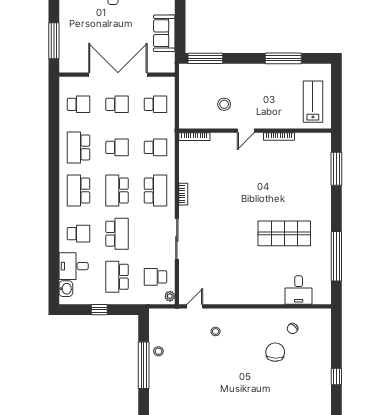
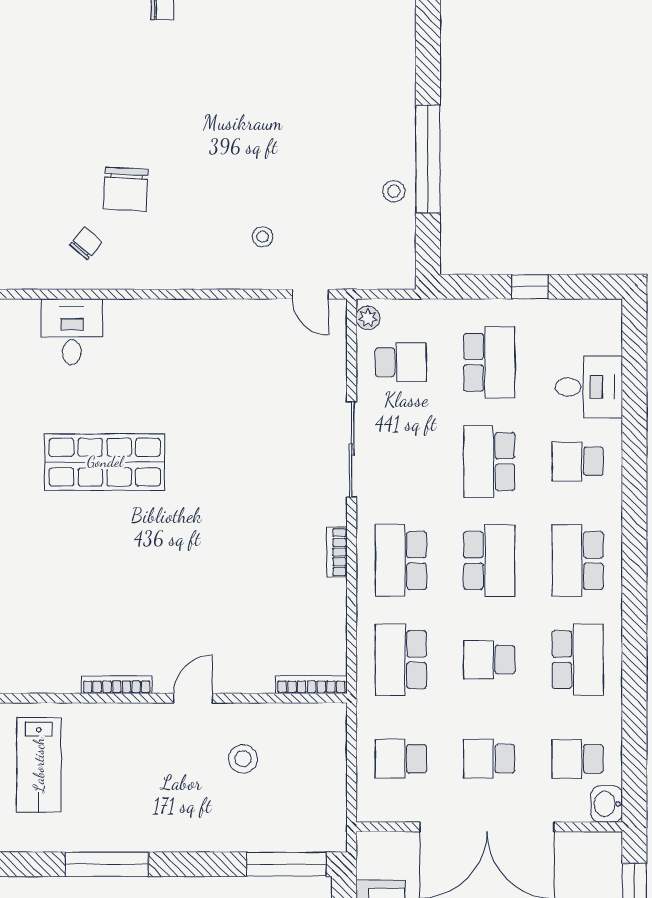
school desk: (155, 147) -> (401, 660), width x1.85
school desk: (78, 191) -> (578, 561), turned 180
washbasin: (66, 289) -> (607, 804), moved
door: (195, 306) -> (310, 294), hinge flipped

